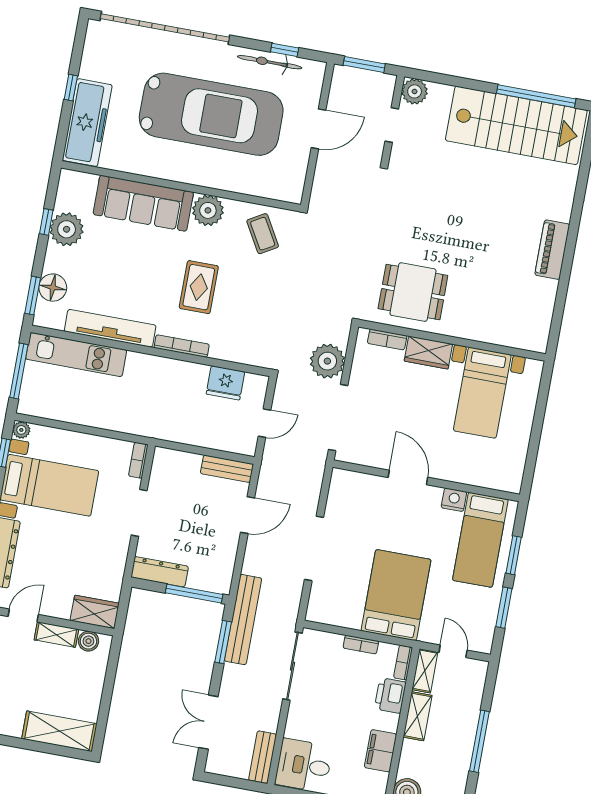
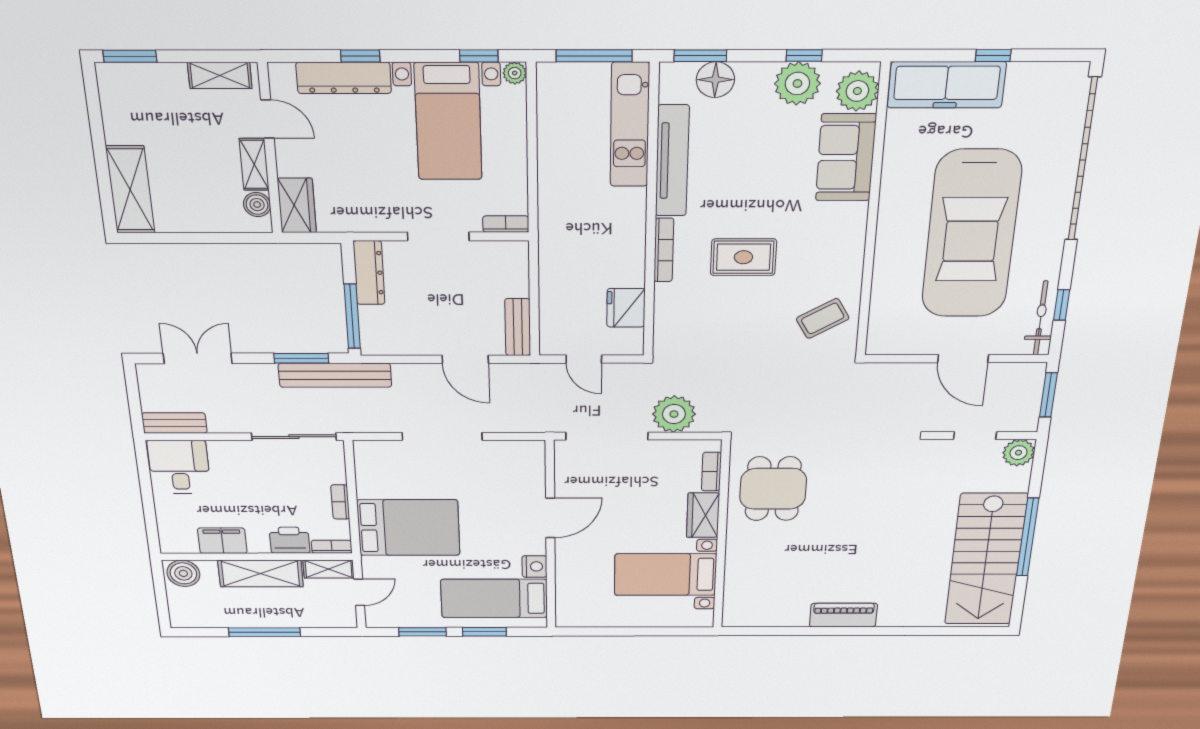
bicycle: (270, 62) -> (1041, 318), moved
window: (536, 96) -> (1028, 537), moved
sofa: (143, 203) -> (846, 157), width x0.73
plant: (208, 210) -> (857, 91), moved
shelving: (418, 716) -> (261, 573), width x1.50, depth x1.33

